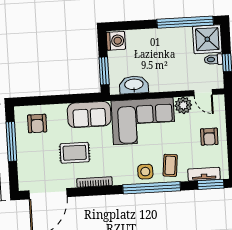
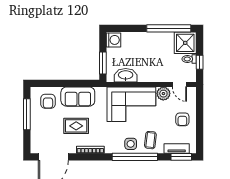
sofa: (89, 115) -> (78, 97), moved

